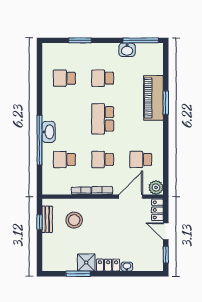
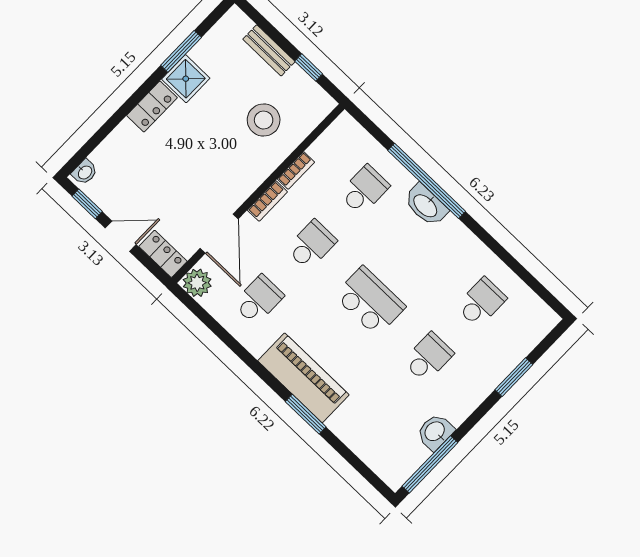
piano: (153, 98) -> (303, 378), moved
bench: (47, 219) -> (269, 50), moved
washbasin: (127, 267) -> (85, 172), moved

